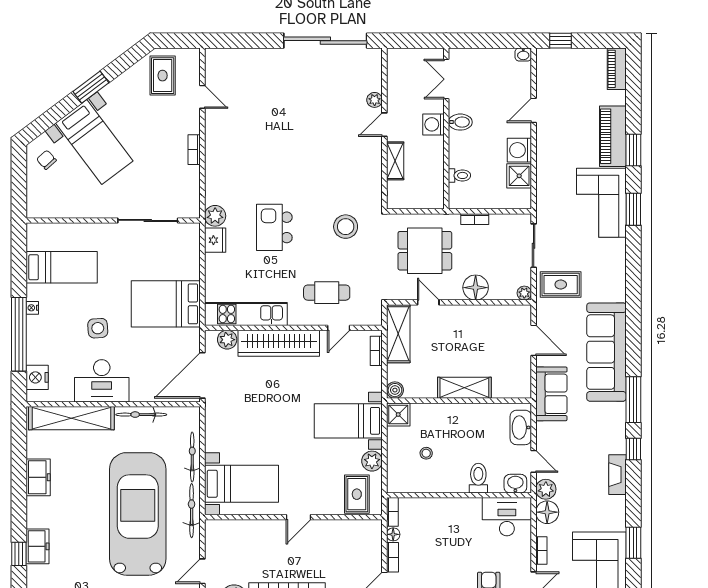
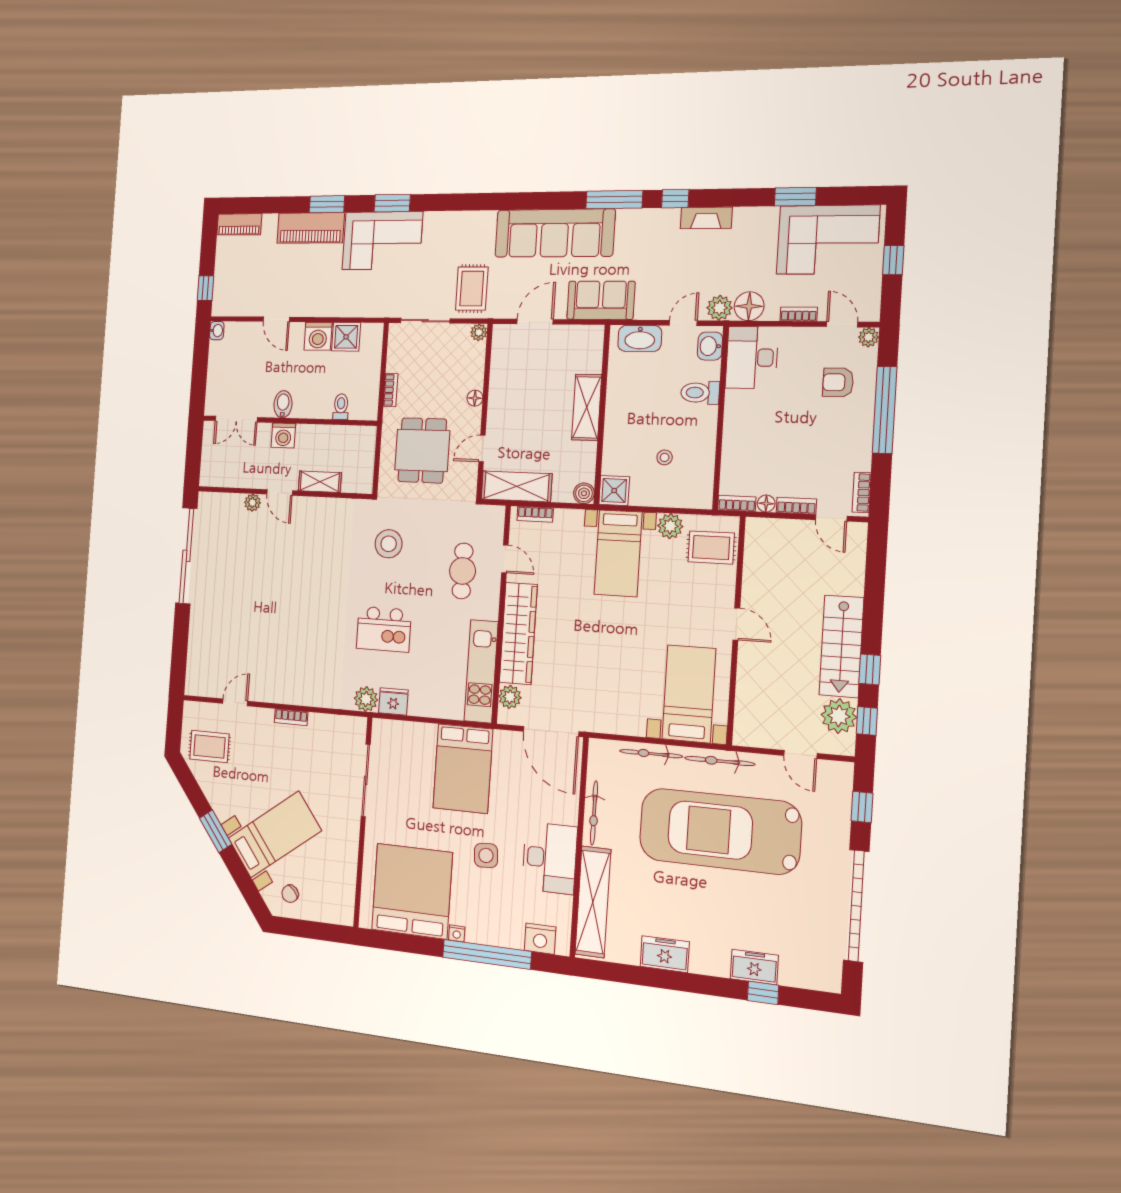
bed: (62, 267) -> (412, 891), width x2.04
floor lamp: (476, 288) -> (475, 398), width x0.53, depth x0.53

